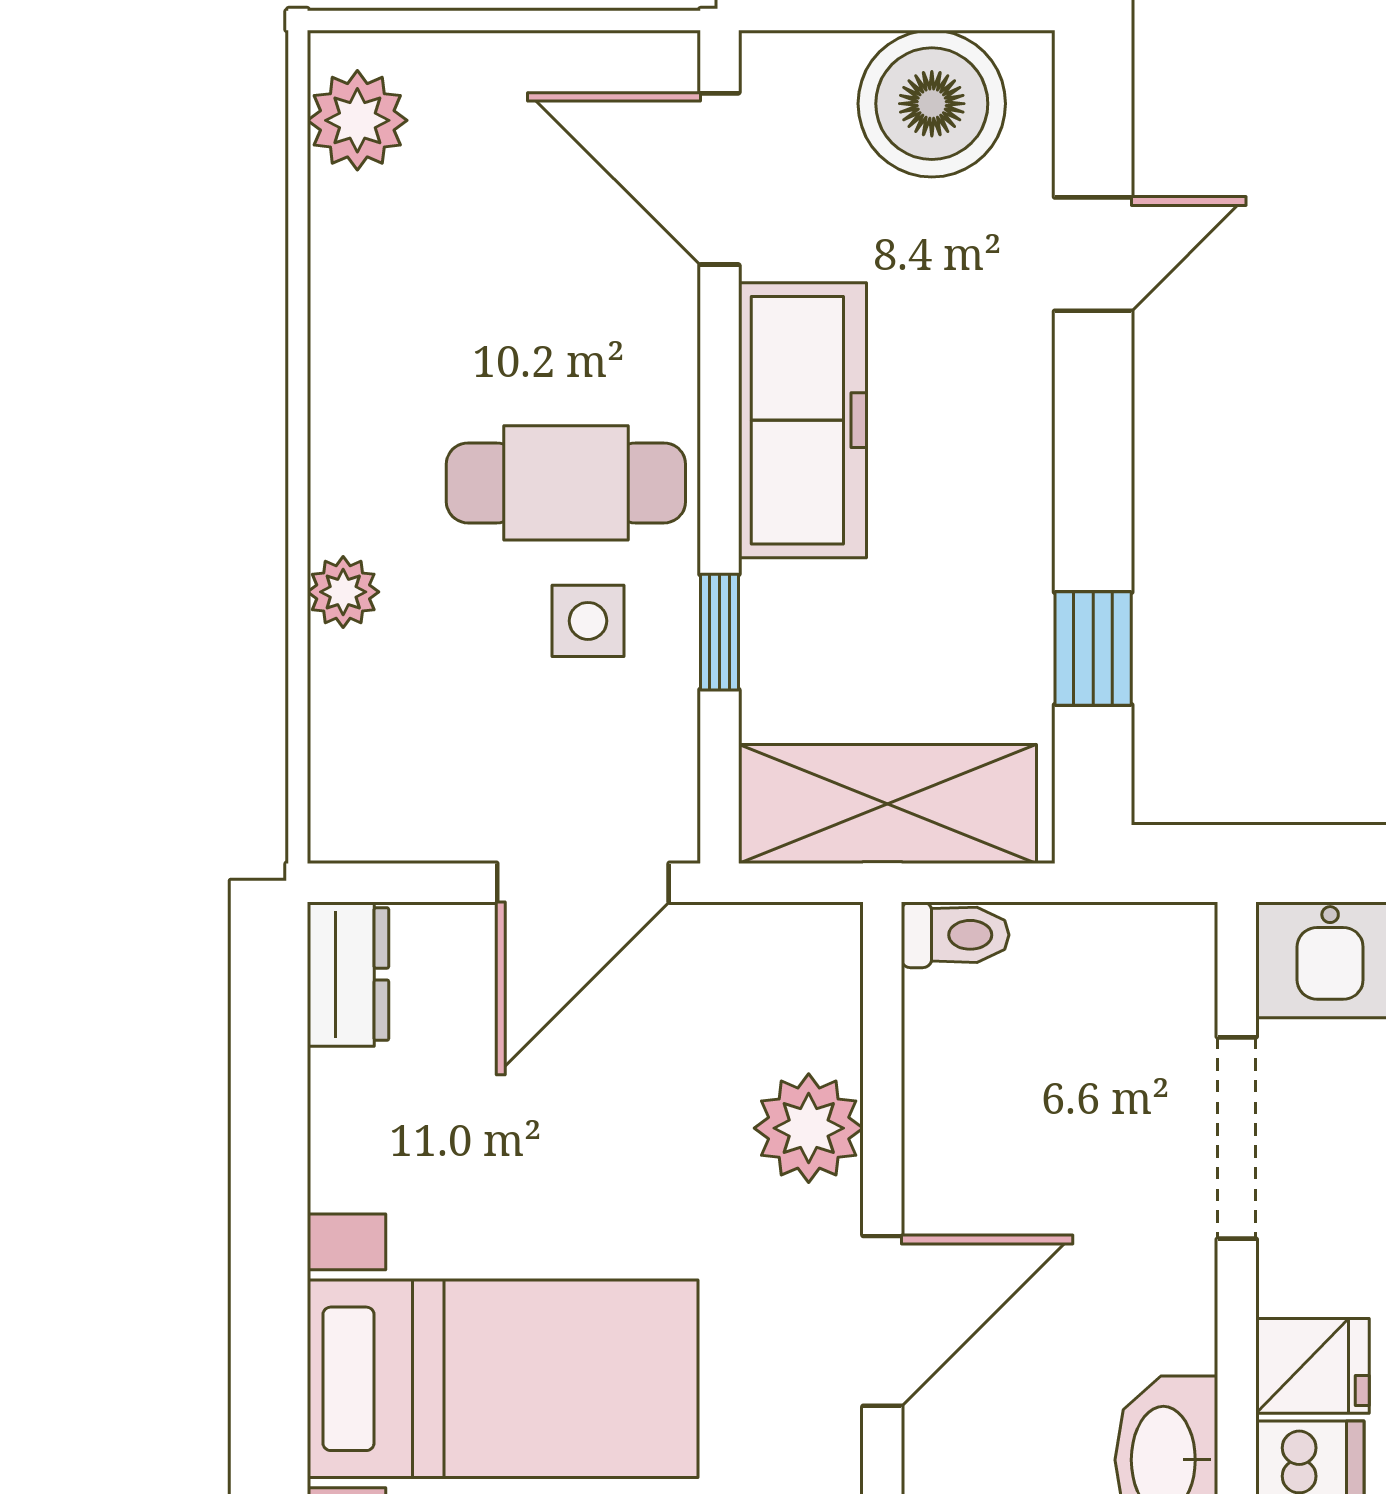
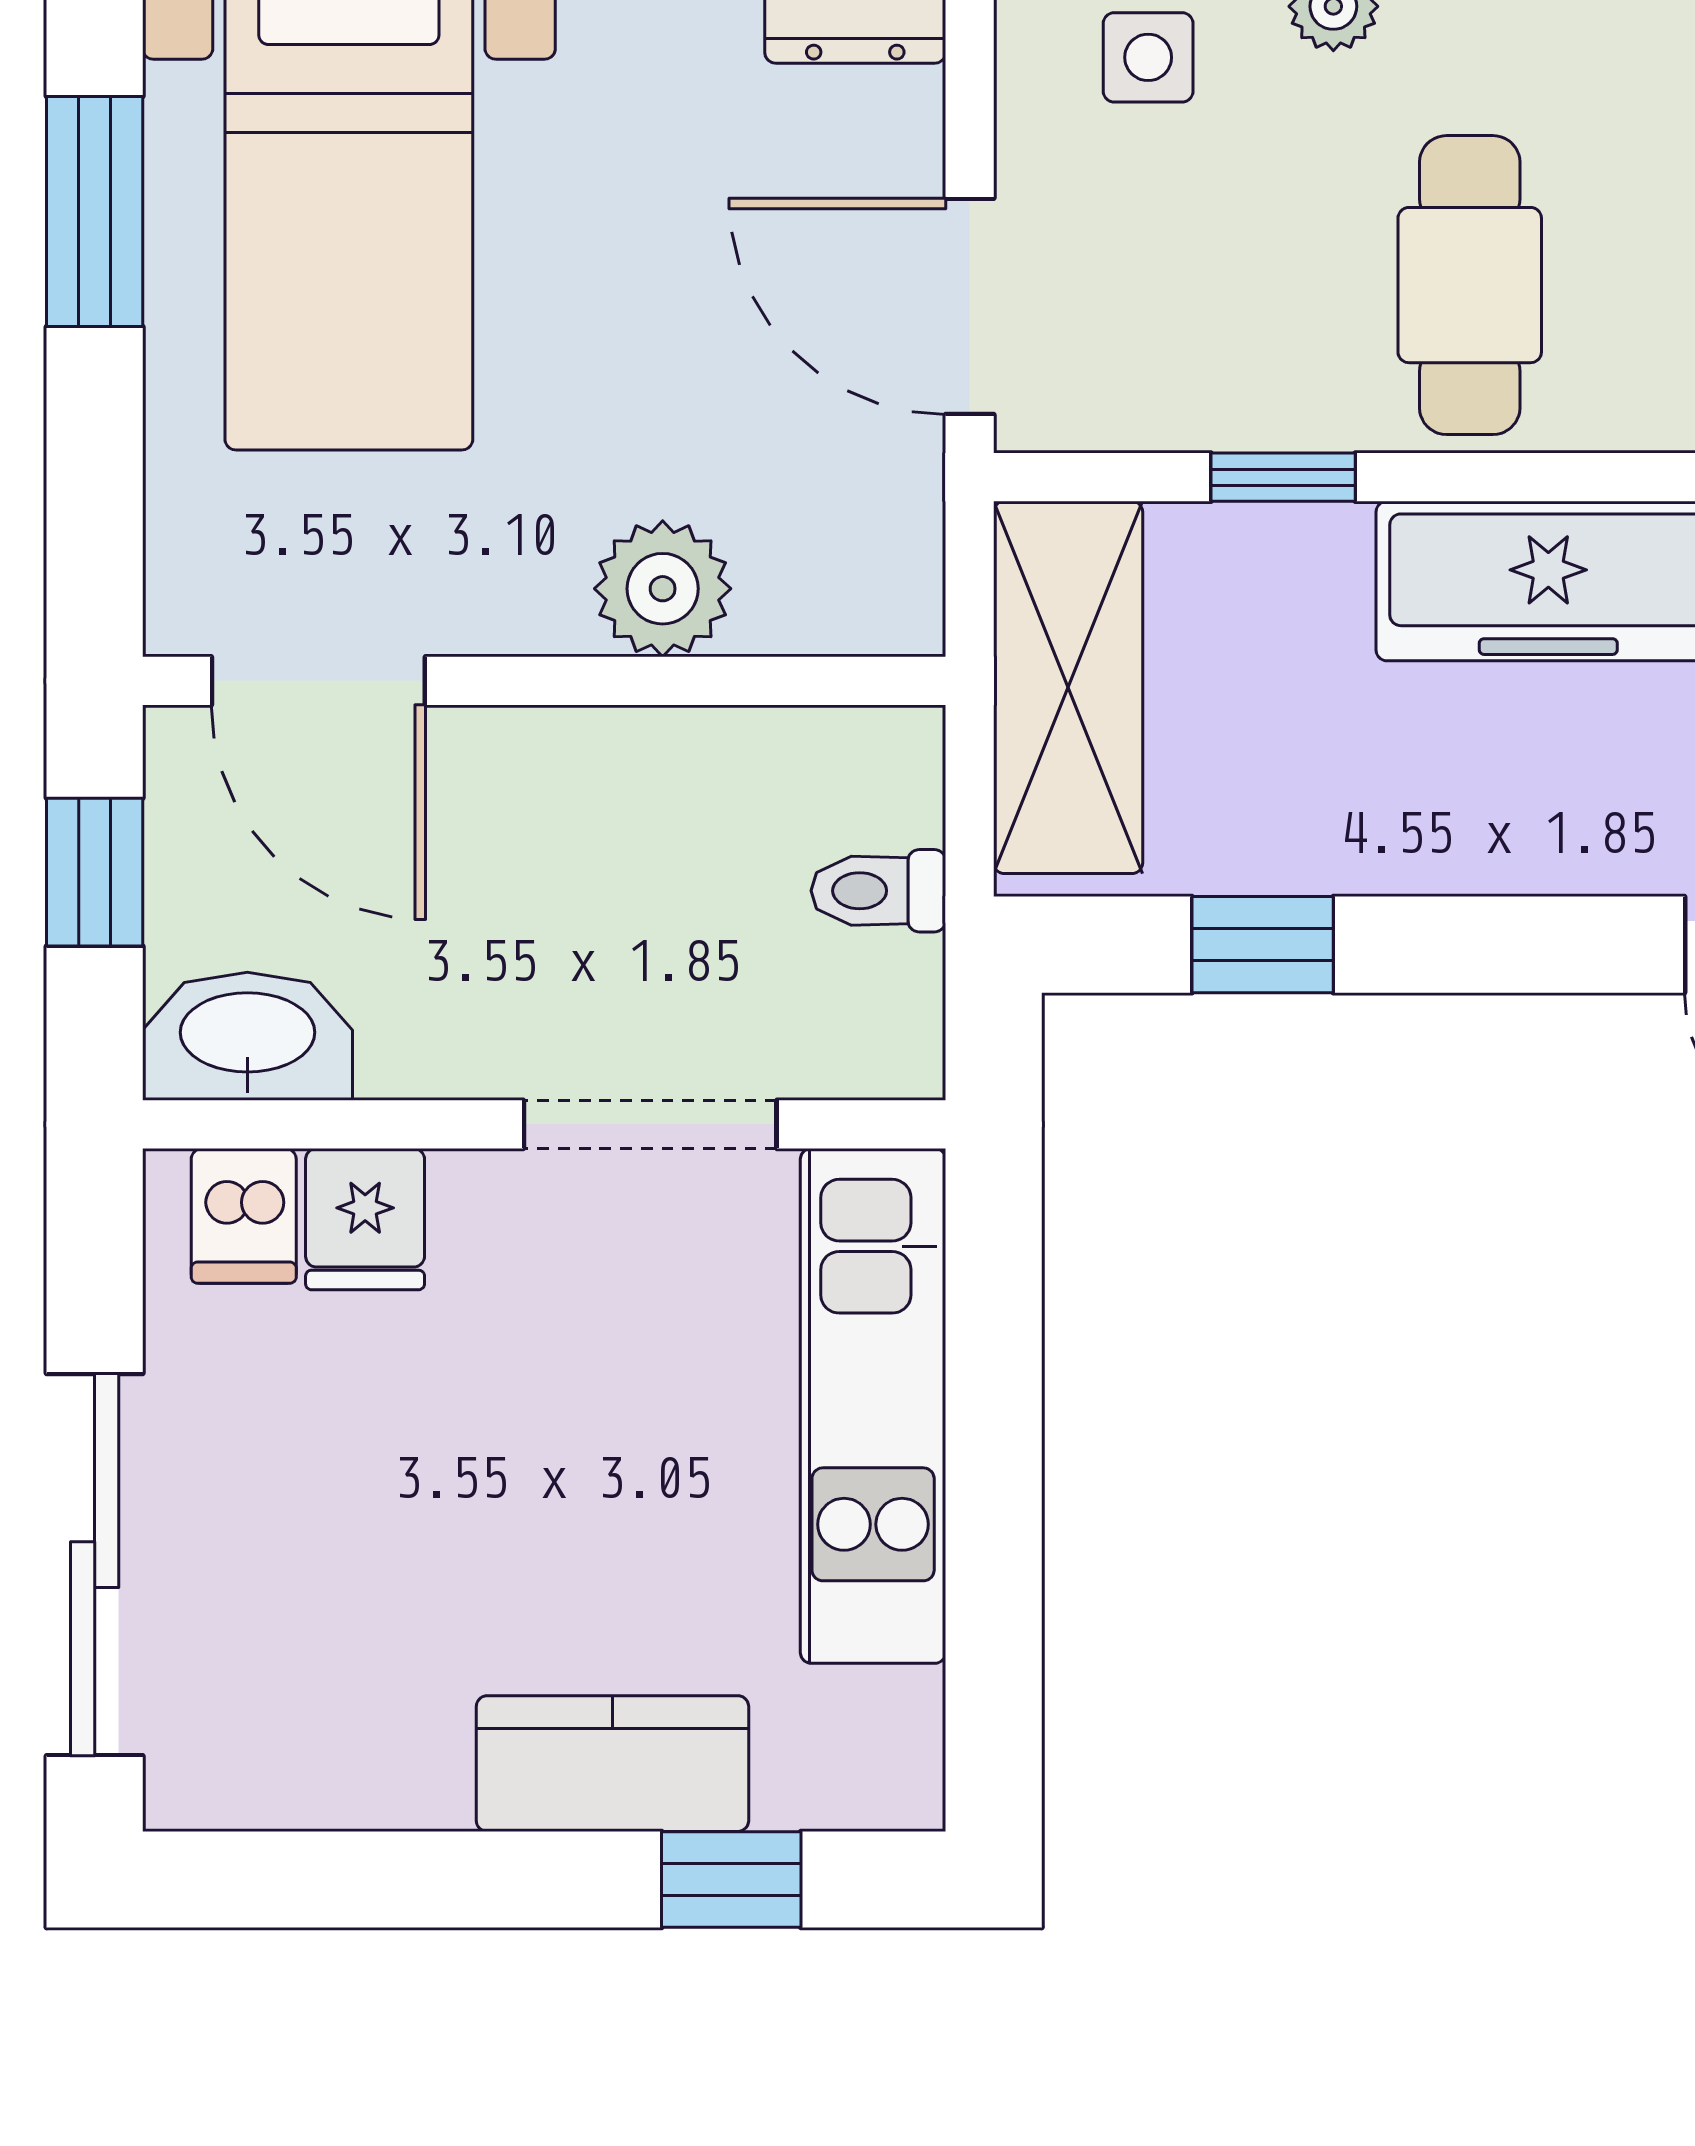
side table: (588, 621) -> (1148, 57), moved
toilet: (955, 935) -> (878, 891), moved, turned 90
door: (882, 1321) -> (318, 681), moved

